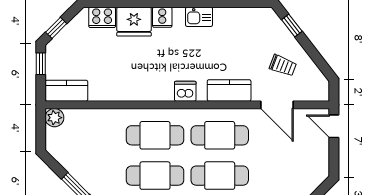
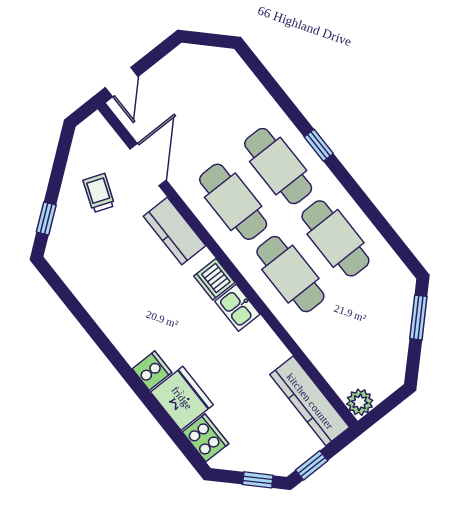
kitchen sink: (199, 17) -> (237, 308), moved, turned 180
kitchen counter: (66, 91) -> (310, 401), width x1.50

